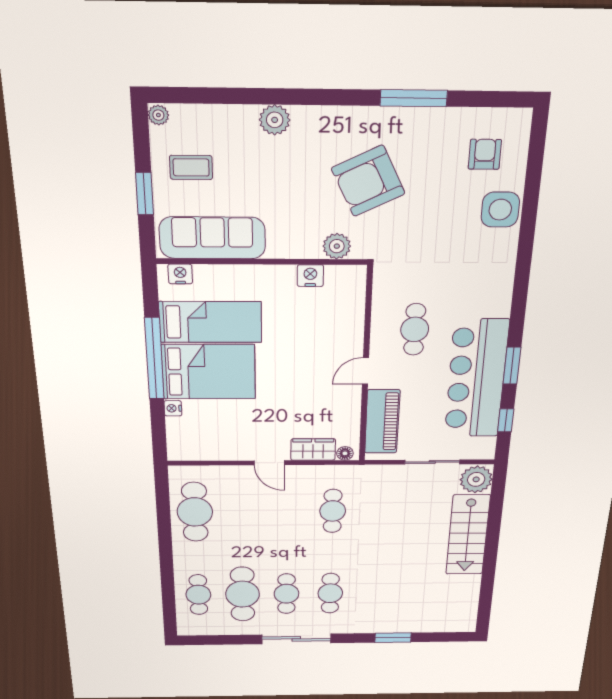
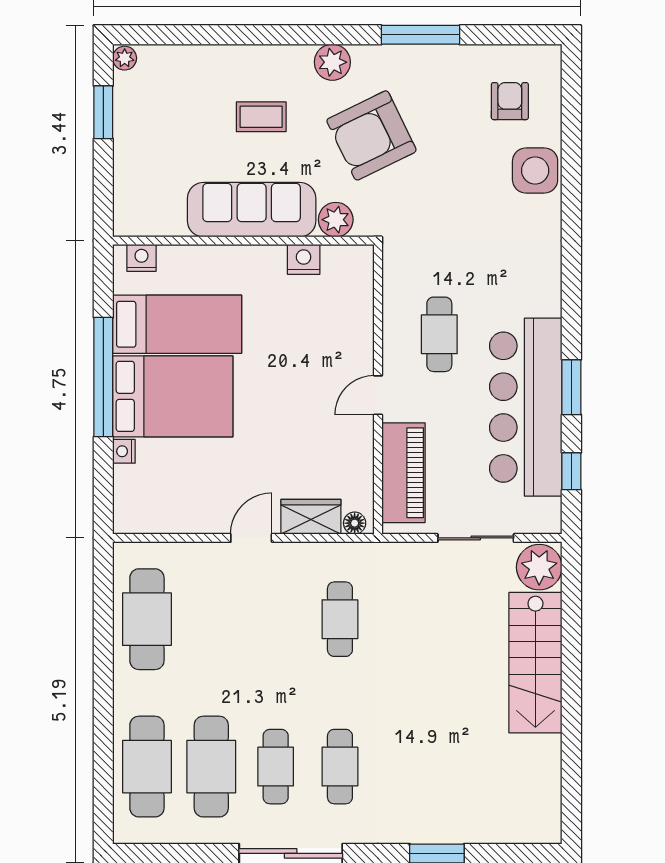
plant: (275, 120) -> (332, 62), moved
coffee table: (191, 167) -> (261, 117), moved
window: (145, 194) -> (103, 112), moved
sofa: (212, 238) -> (252, 210), moved
door: (269, 463) -> (251, 538), swing flipped
cafe table: (198, 595) -> (147, 767), width x1.37, depth x1.35

